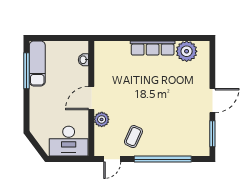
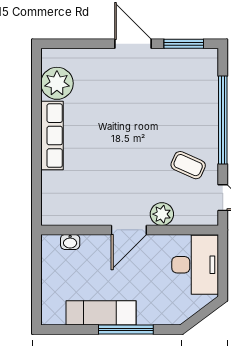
exam couch: (37, 63) -> (101, 313), moved
window: (27, 71) -> (126, 330), moved
door: (91, 98) -> (129, 230), hinge flipped

